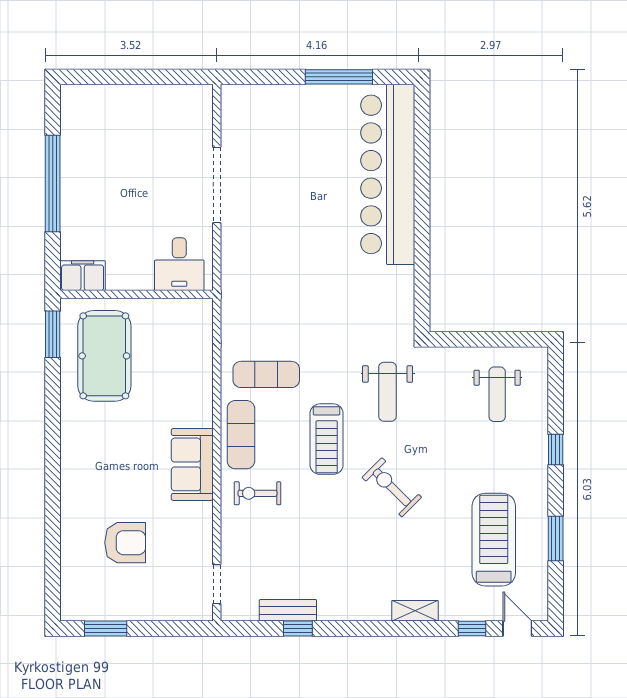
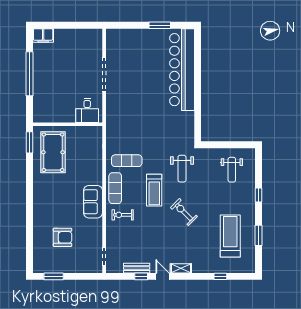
window: (339, 77) -> (160, 25), width x0.69
filing cabinet: (83, 276) -> (43, 35), moved, turned 180
shelving: (415, 611) -> (181, 268), moved
door: (517, 629) -> (162, 276), moved

